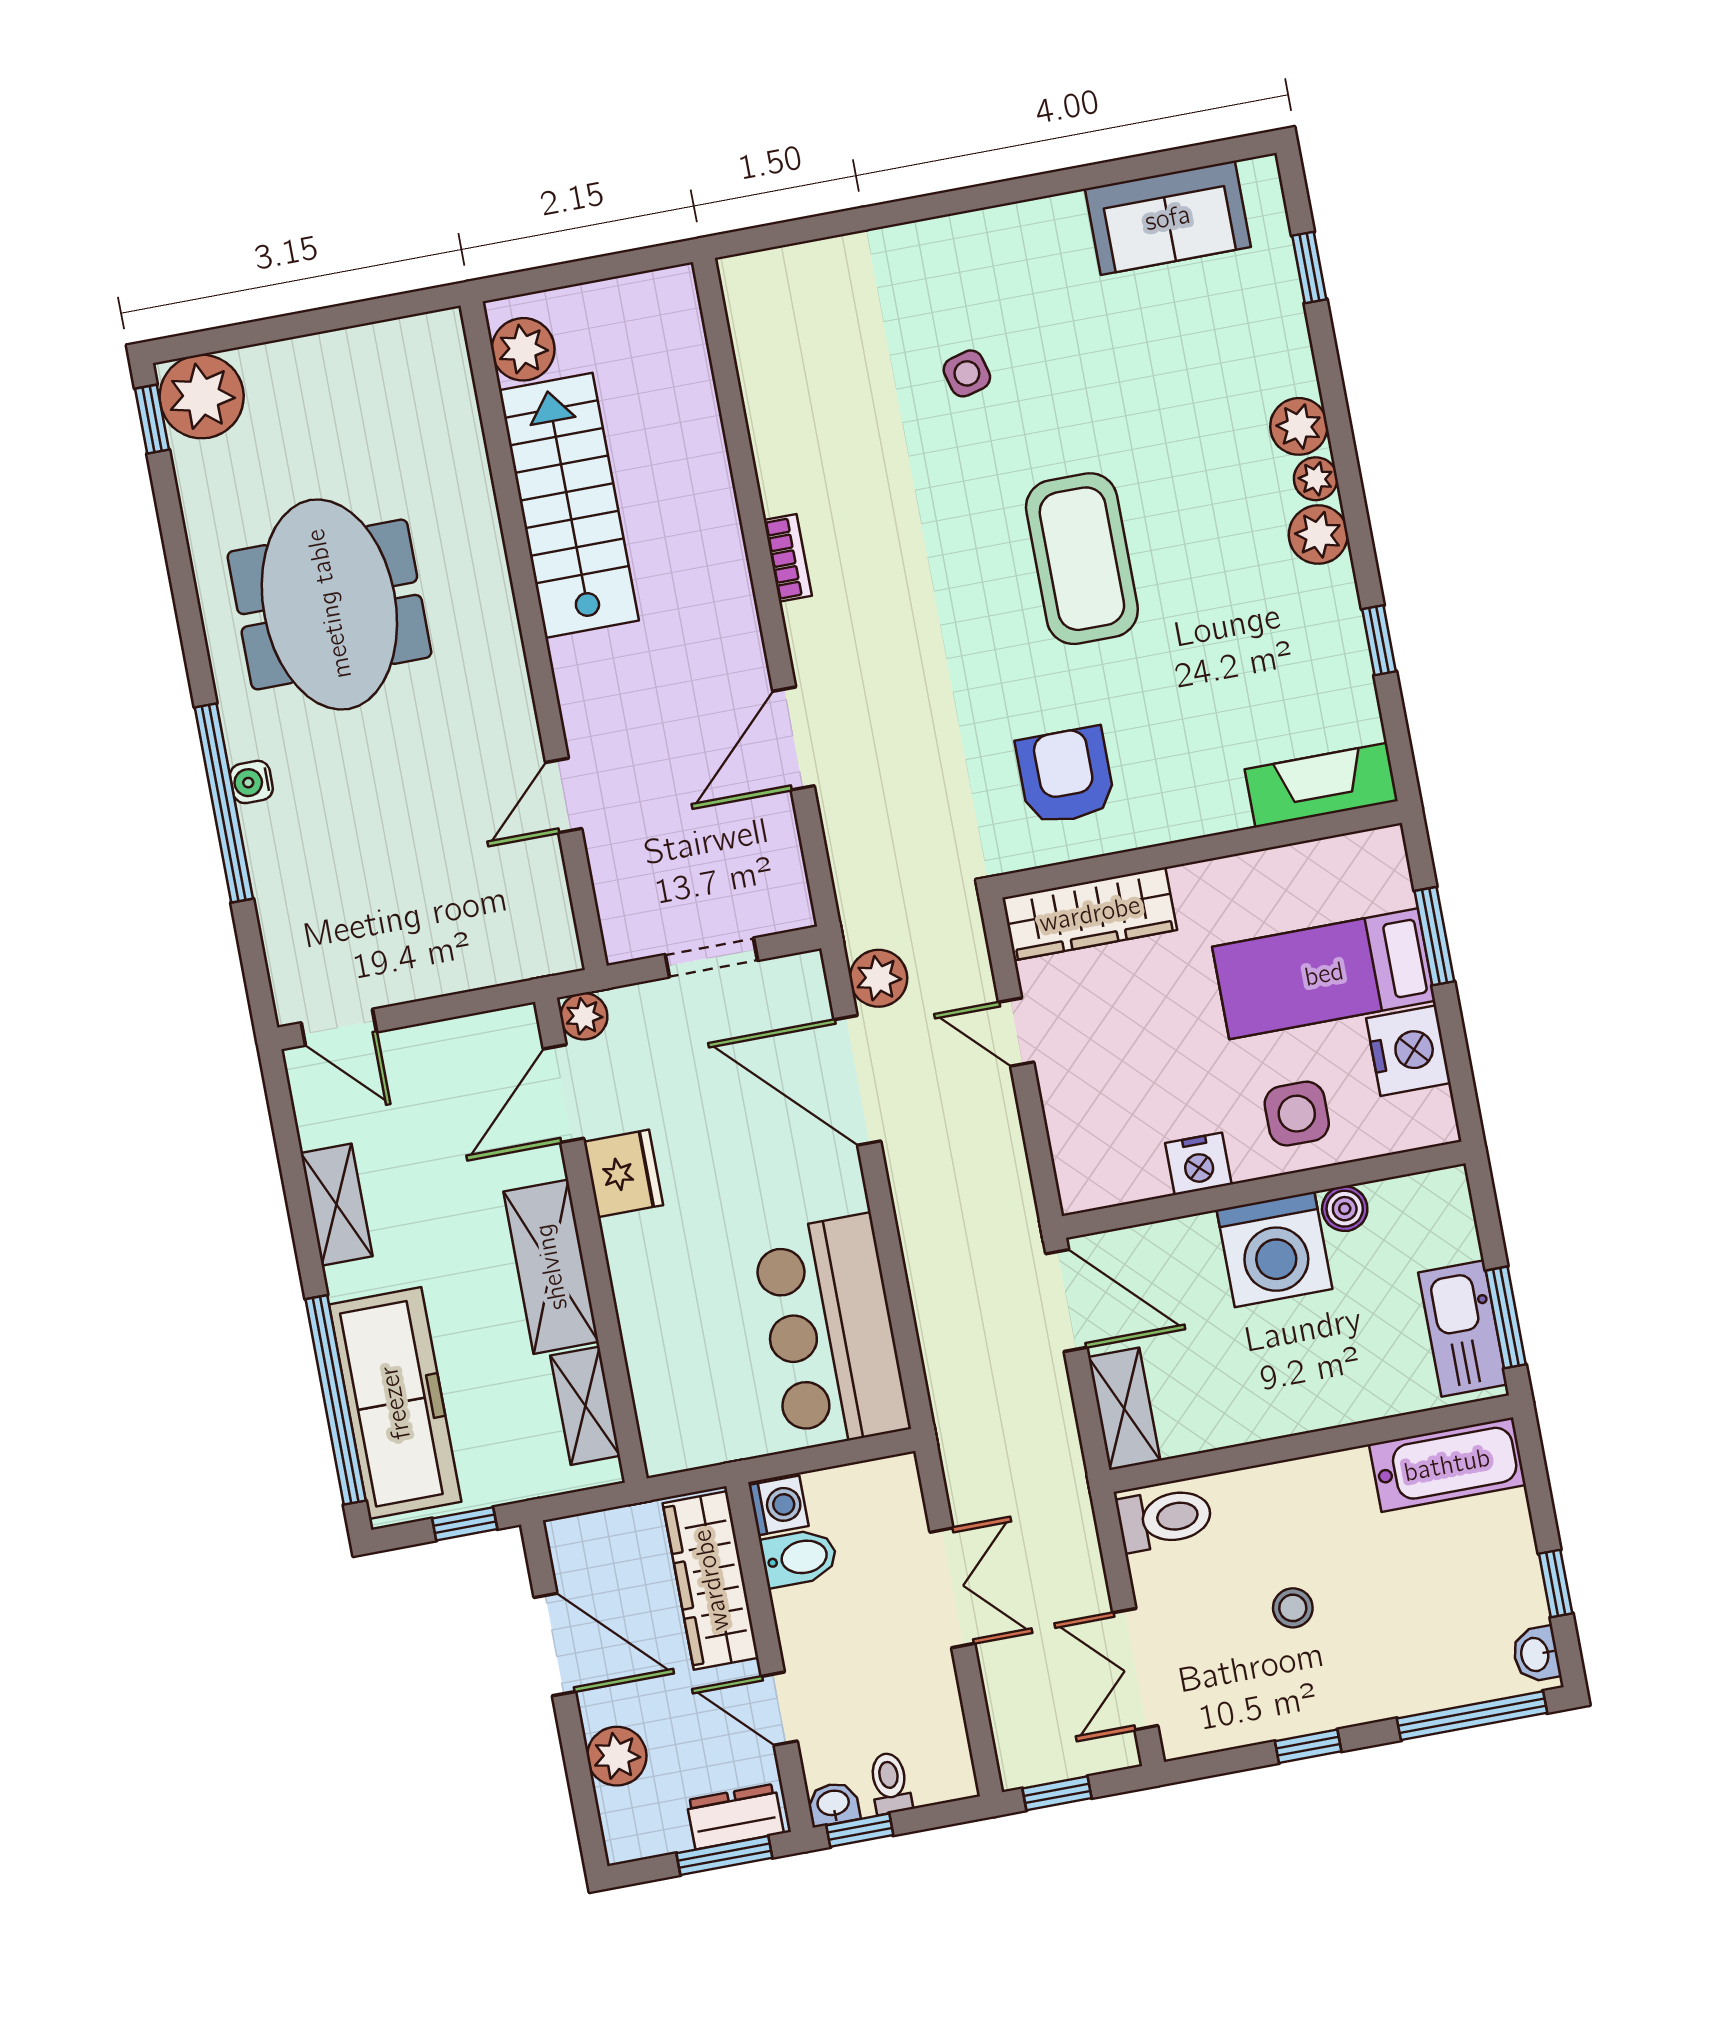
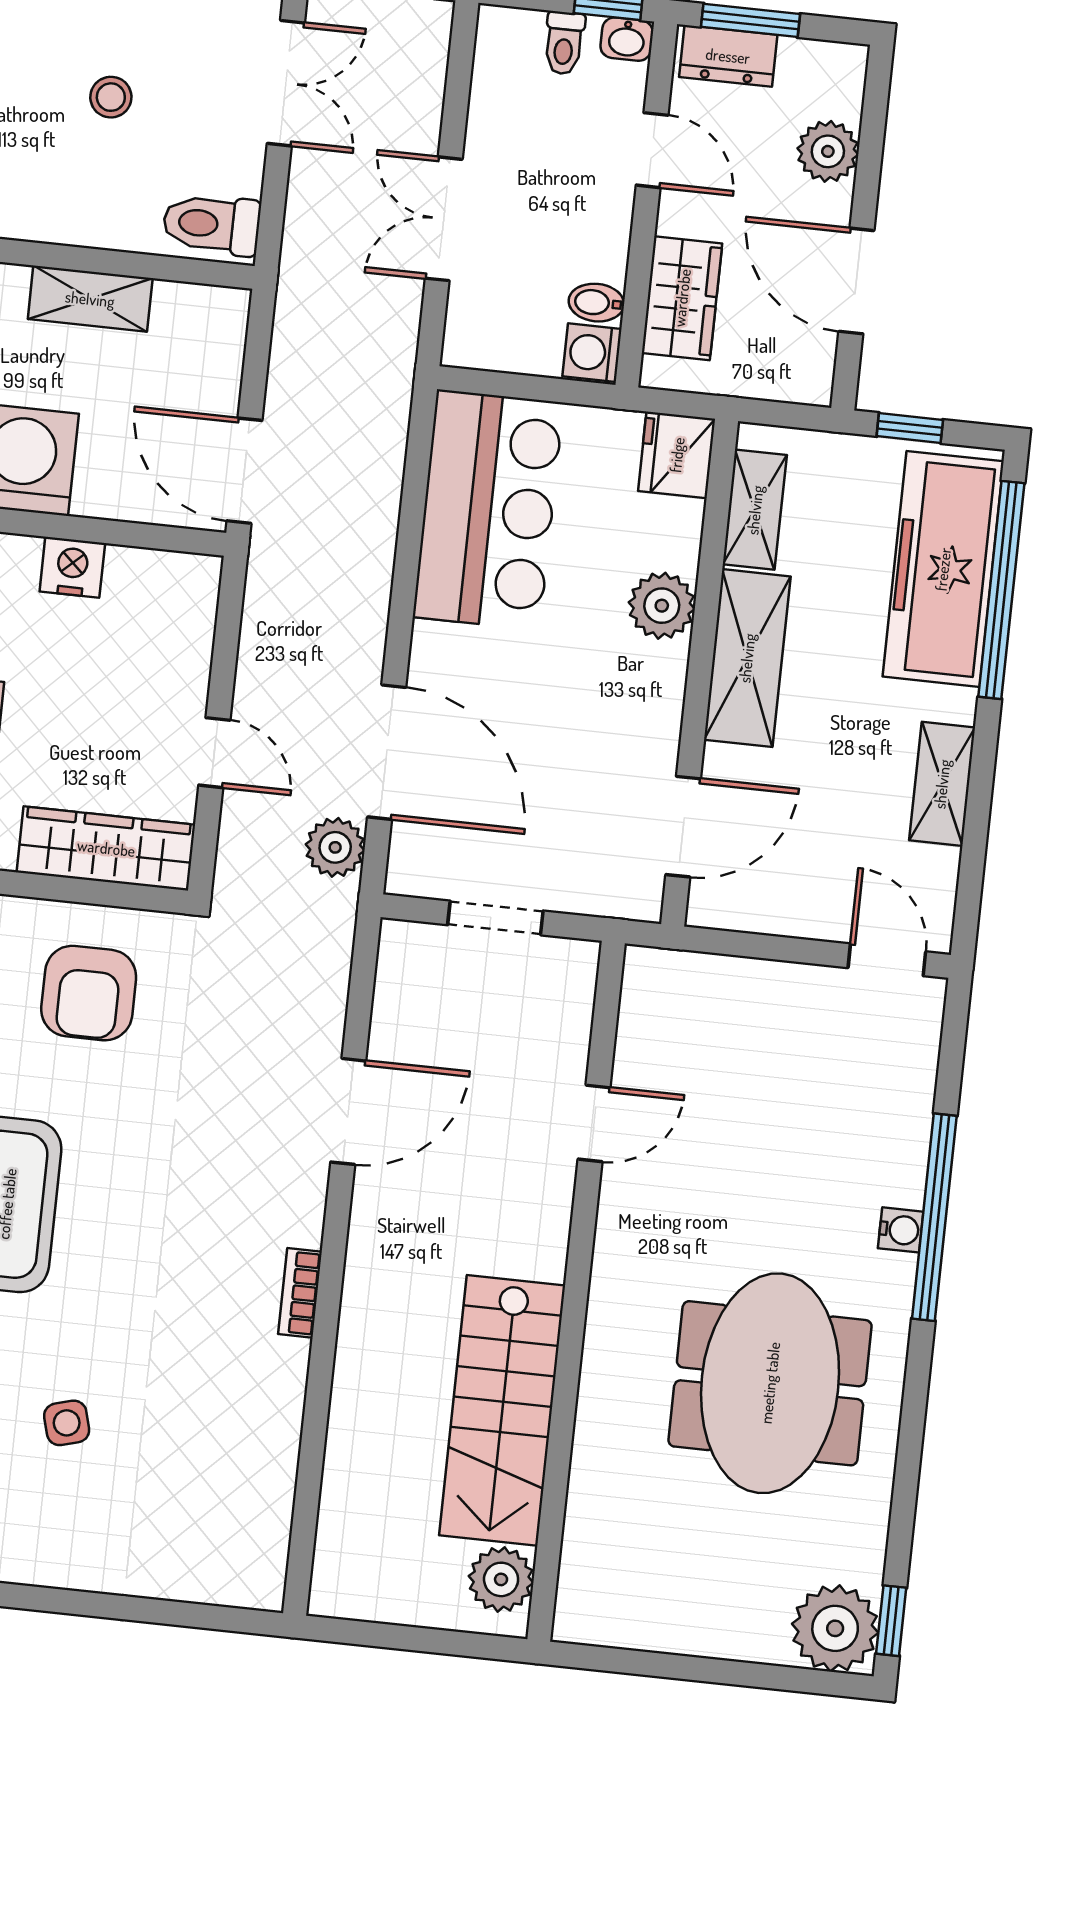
plant: (584, 1016) -> (662, 606), moved, width x1.38, depth x1.38
fridge: (623, 1173) -> (677, 455), moved
shelving: (1124, 1409) -> (90, 299), moved, turned 90
bidet: (799, 1558) -> (596, 303), width x0.72, depth x0.74
wardrobe: (711, 1580) -> (682, 298), width x0.67

